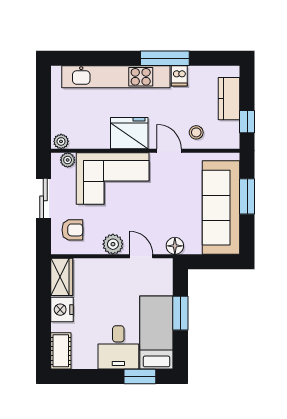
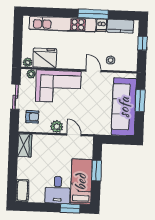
kitchen counter: (229, 99) -> (120, 26), moved, turned -90
window: (247, 122) -> (142, 43), moved
fridge: (129, 133) -> (45, 58), moved
floor lamp: (175, 246) -> (95, 129), removed
nightstand: (62, 310) -> (24, 165), removed

